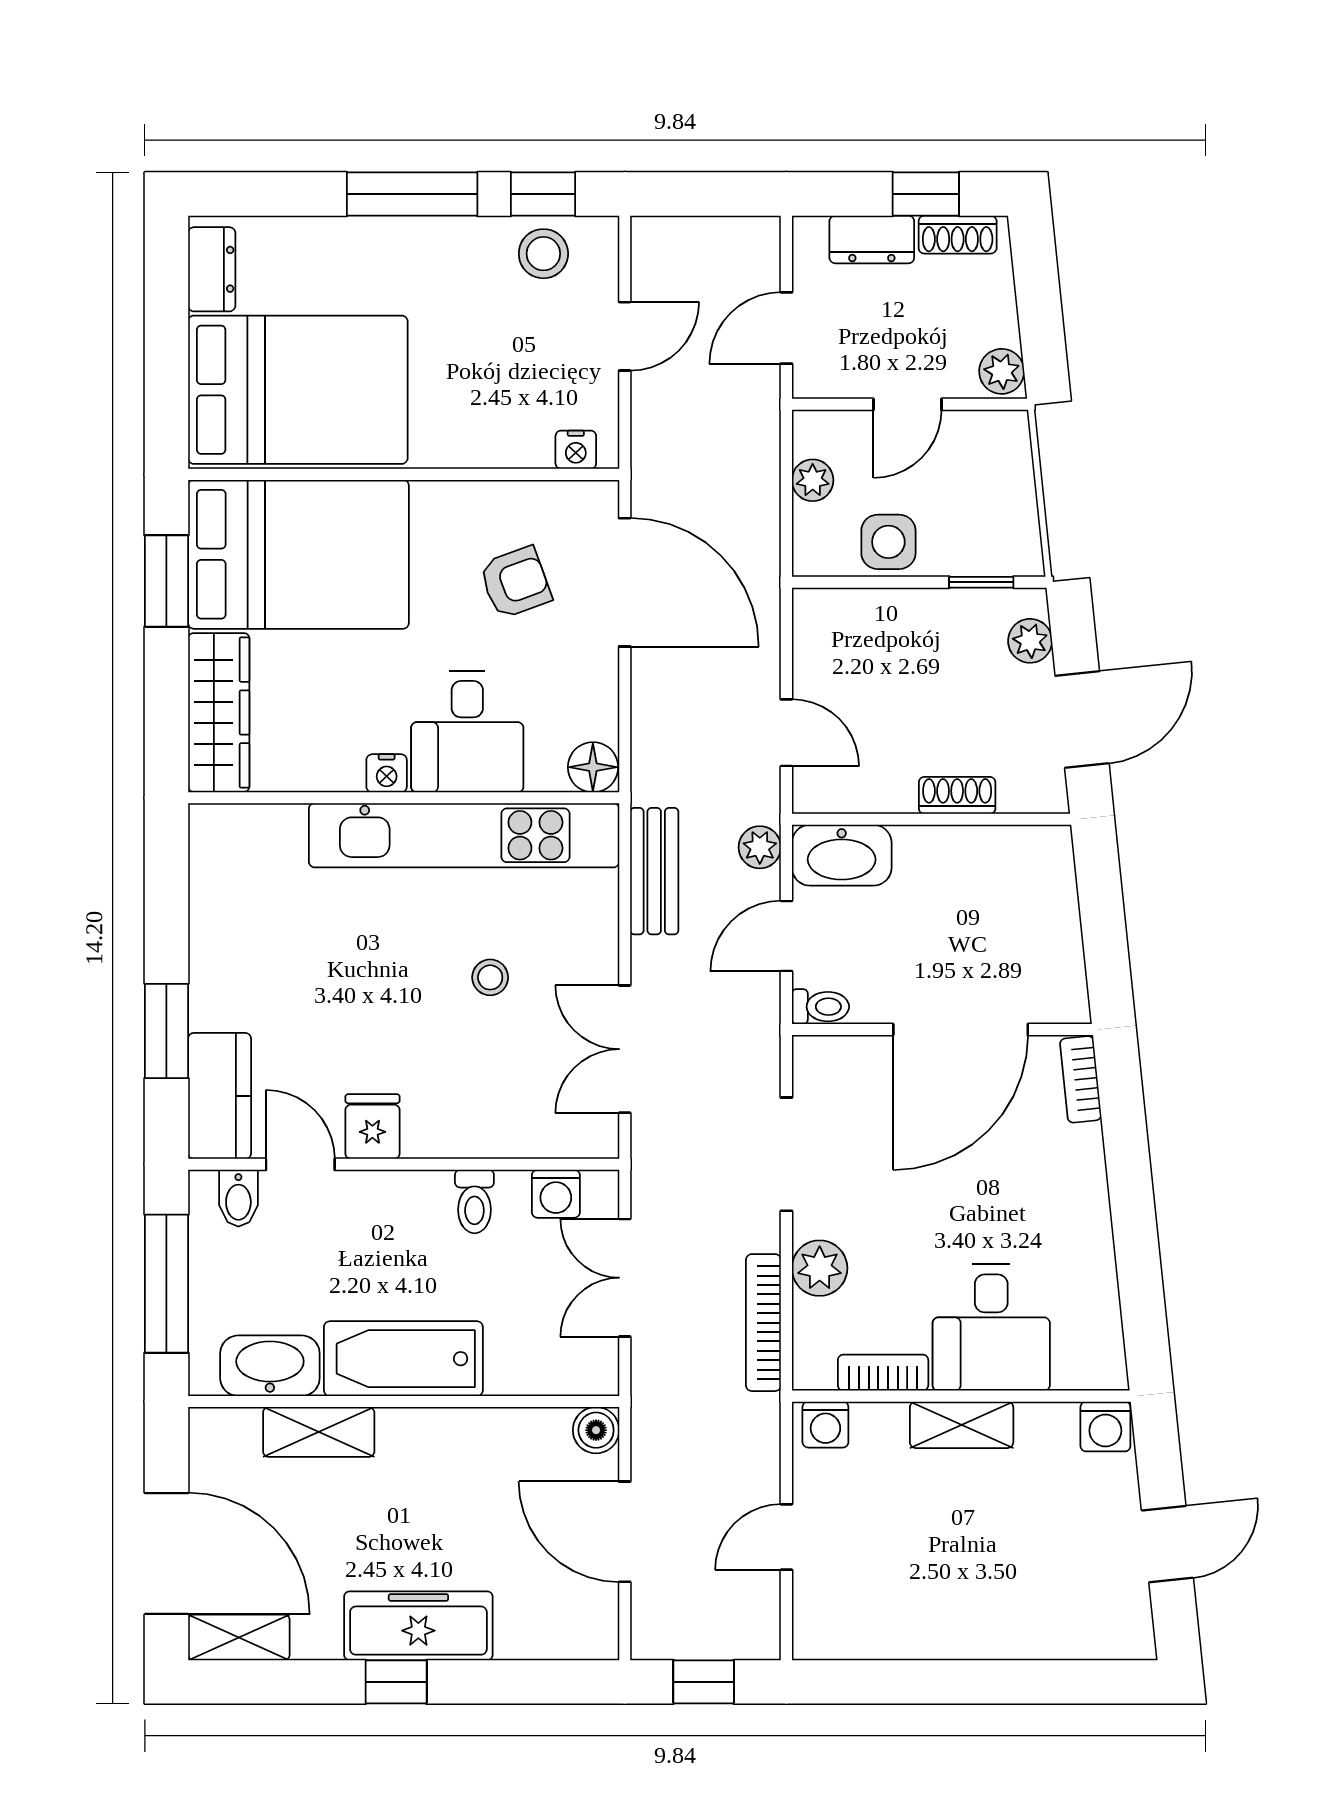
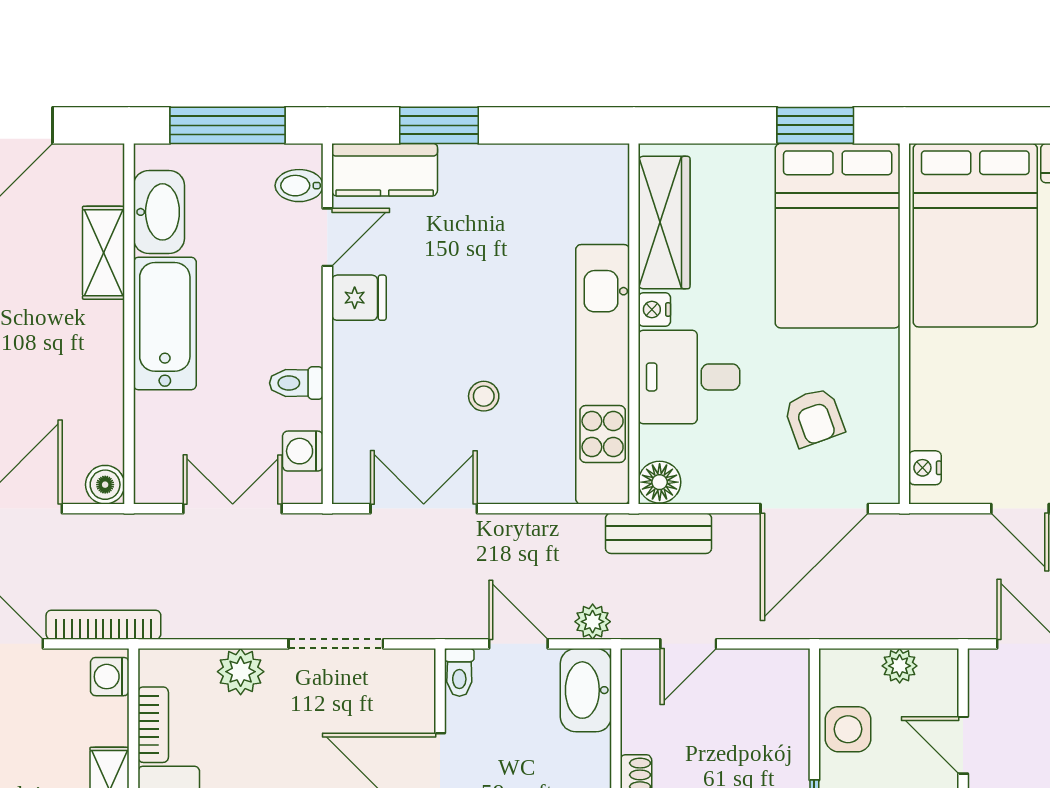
wardrobe: (219, 712) -> (664, 223), moved, turned -90
bench: (654, 871) -> (658, 533), moved
bookcase: (763, 1323) -> (103, 625), moved

